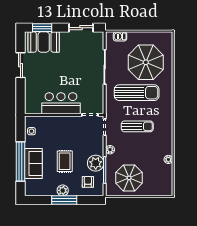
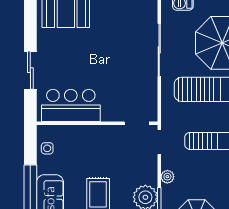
sliding door: (20, 65) -> (30, 70), moved
bar counter: (61, 103) -> (71, 105), moved

